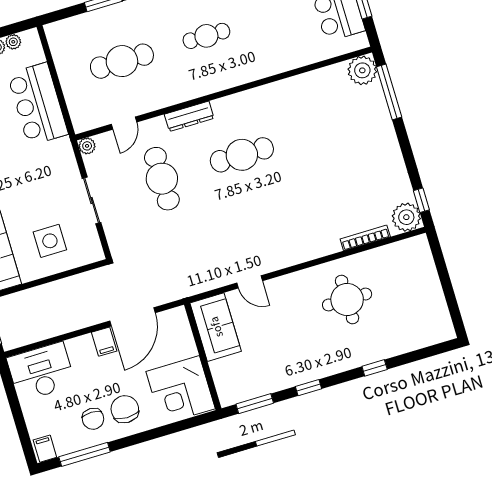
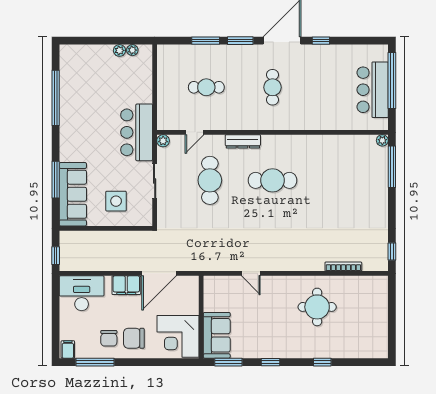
cafe table: (206, 36) -> (273, 87), turned 90
cafe table: (122, 61) -> (206, 87), width x0.73, depth x0.74
plant: (362, 70) -> (382, 140), width x0.53, depth x0.53
bar counter: (38, 104) -> (137, 132), moved
plant: (406, 217) -> (377, 260), removed
sofa: (216, 327) -> (217, 335), moved
filing cabinet: (104, 342) -> (126, 285), width x2.00
chair: (125, 409) -> (134, 338), turned -90

